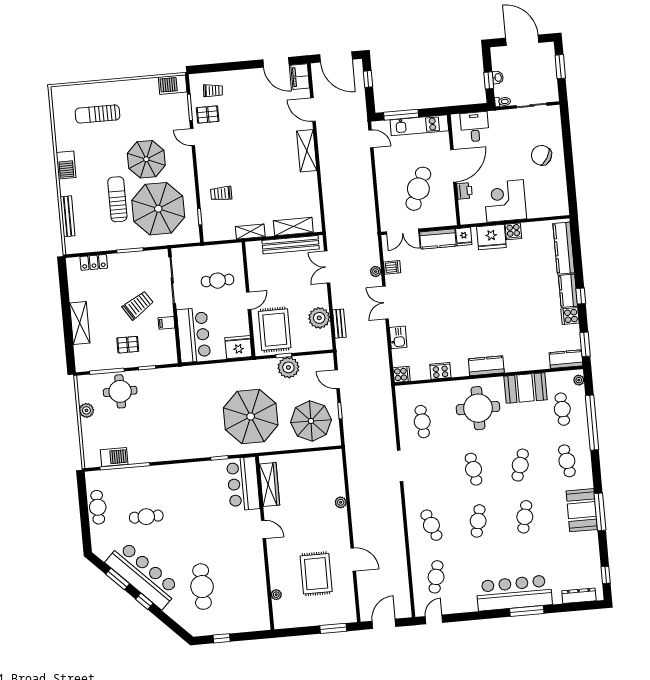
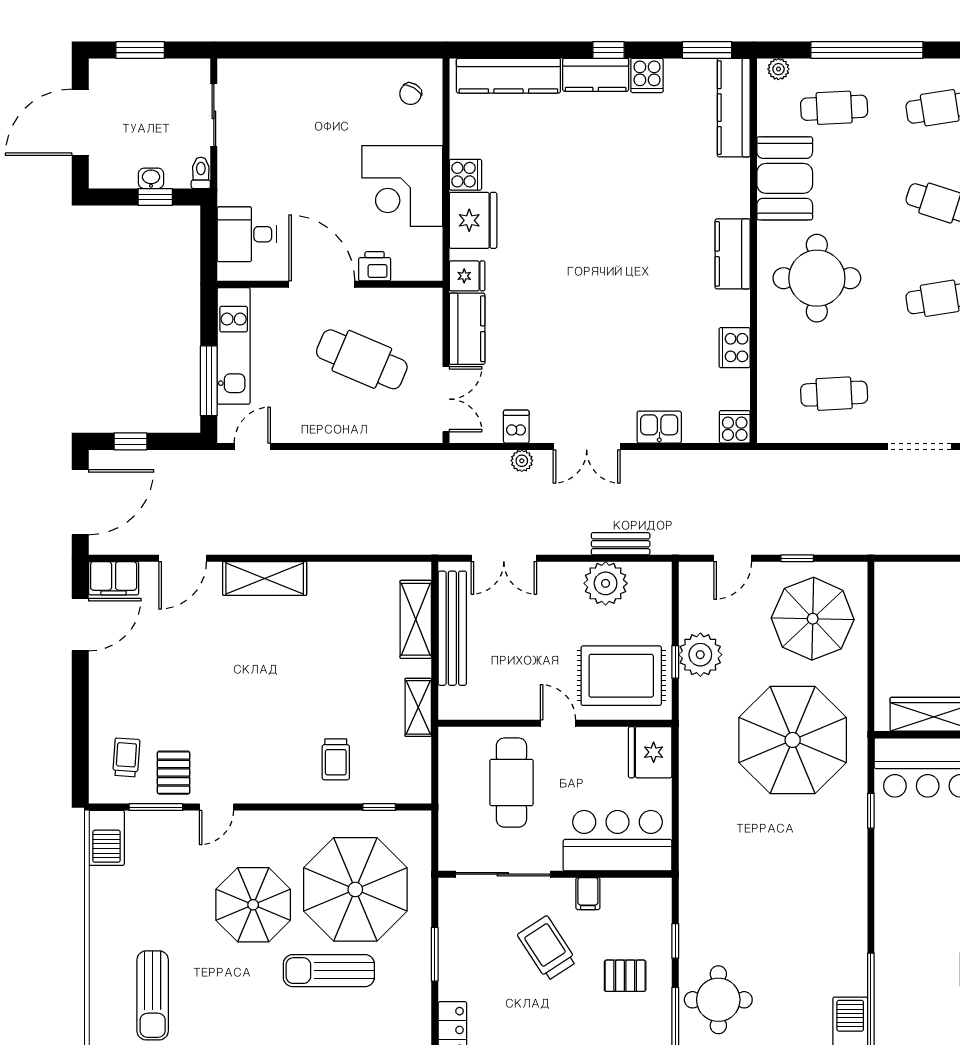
chair: (541, 155) -> (410, 94), moved, width x0.54, depth x0.54
cafe table: (218, 281) -> (511, 783), width x1.37, depth x1.35
pallet: (128, 345) -> (625, 976), turned 90
kitchen counter: (566, 359) -> (734, 108), width x1.50

